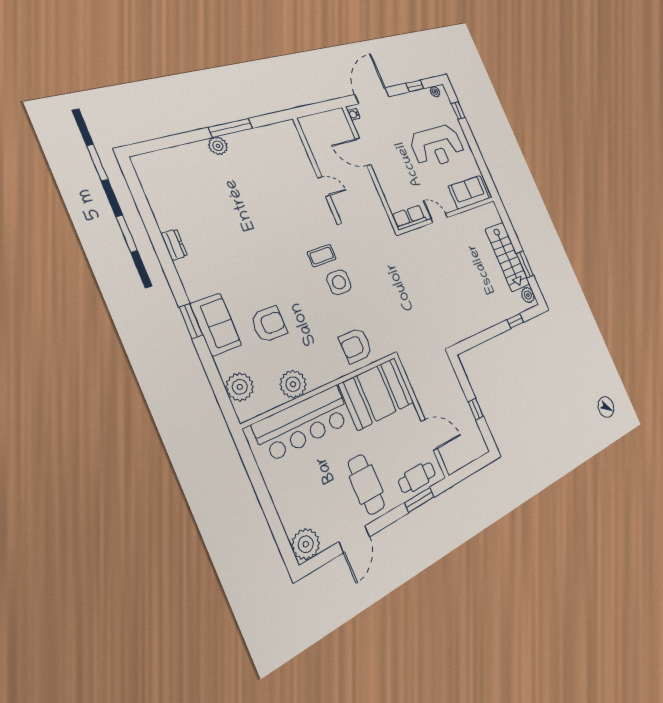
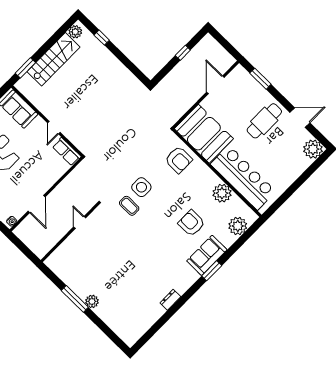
window: (525, 264) -> (25, 68), moved
cafe table: (417, 477) -> (247, 85), removed

